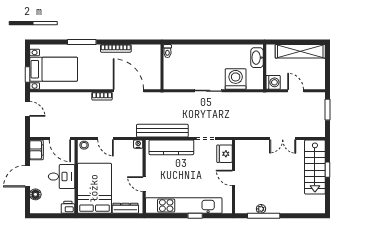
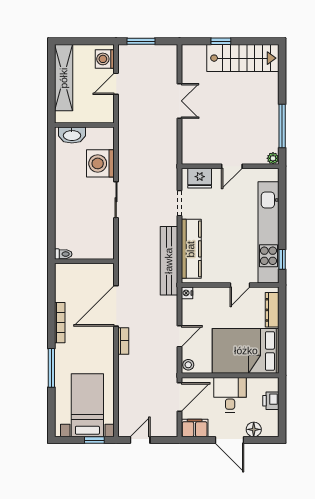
washing machine: (273, 82) -> (105, 59), moved, turned -90
stairs: (315, 167) -> (243, 58), moved
printer: (68, 207) -> (271, 401), moved
plant: (261, 209) -> (273, 158), moved
window: (195, 216) -> (282, 259), moved

